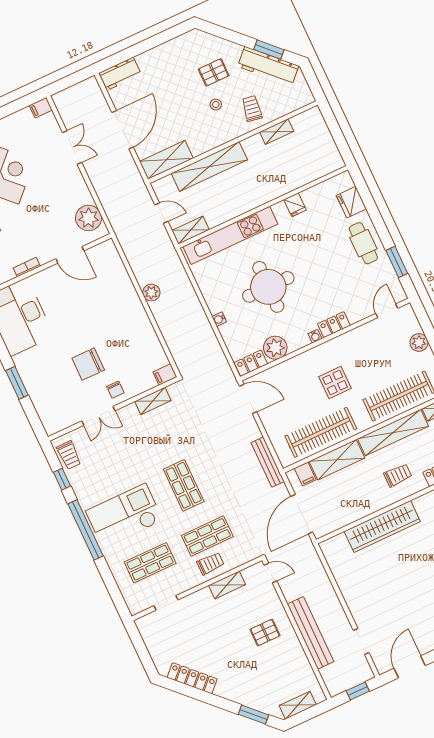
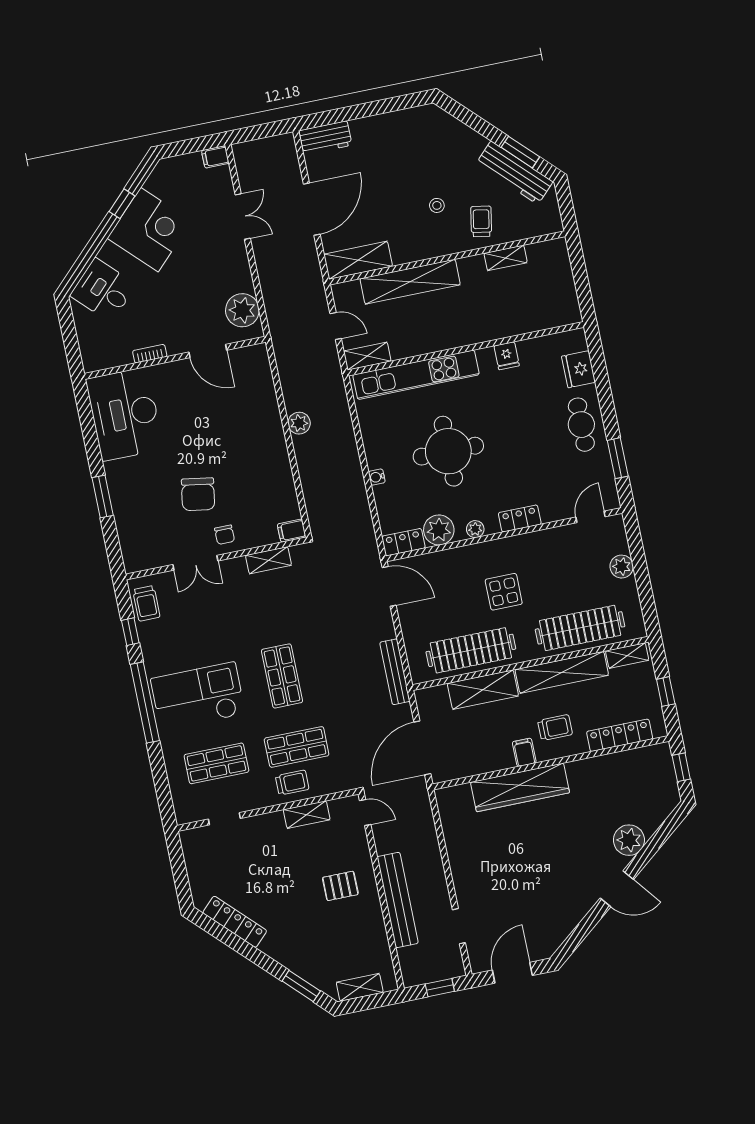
pallet: (214, 72) -> (444, 164), removed
water cooler: (315, 336) -> (492, 527), removed
plant: (302, 341) -> (475, 529), added
chair: (88, 364) -> (198, 494), turned -81
filing cabinet: (305, 474) -> (524, 752), moved, turned 180

